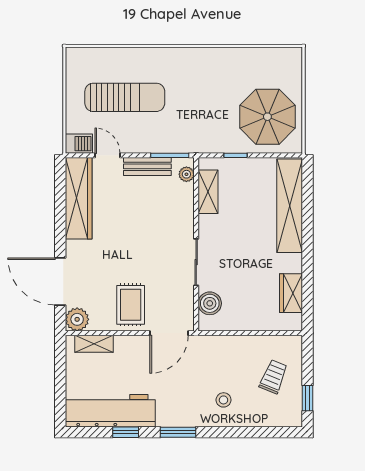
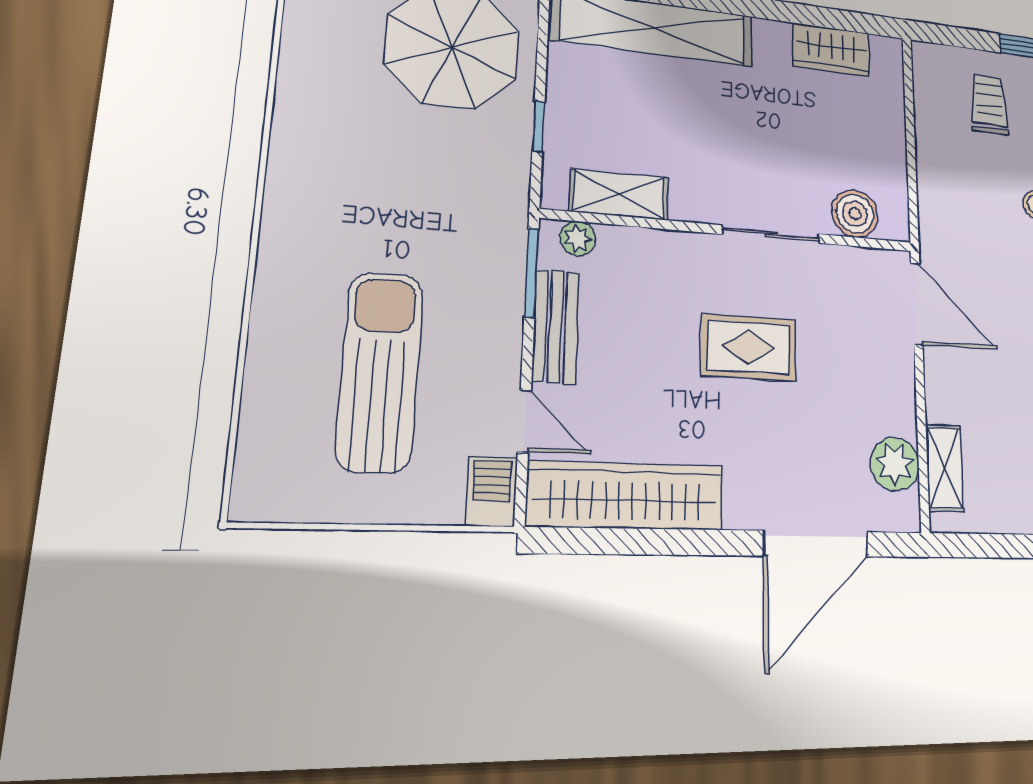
door: (107, 155) -> (524, 421), swing flipped
rug: (131, 305) -> (749, 347), moved
plant: (77, 319) -> (895, 464), moved
trolley: (273, 377) -> (989, 104), turned 68

